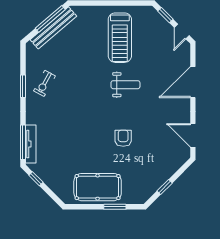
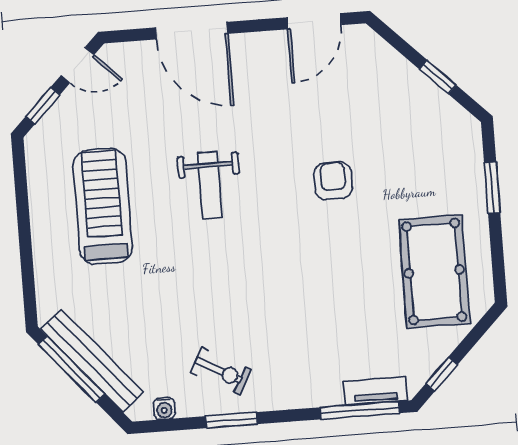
treadmill: (120, 38) -> (103, 206), turned -90
water cooler: (30, 58) -> (164, 408), added
weight bench: (125, 85) -> (210, 185), turned 180
armchair: (123, 138) -> (333, 181), turned 90
tv unit: (31, 144) -> (376, 391), width x0.71
pool table: (98, 187) -> (434, 271), moved

